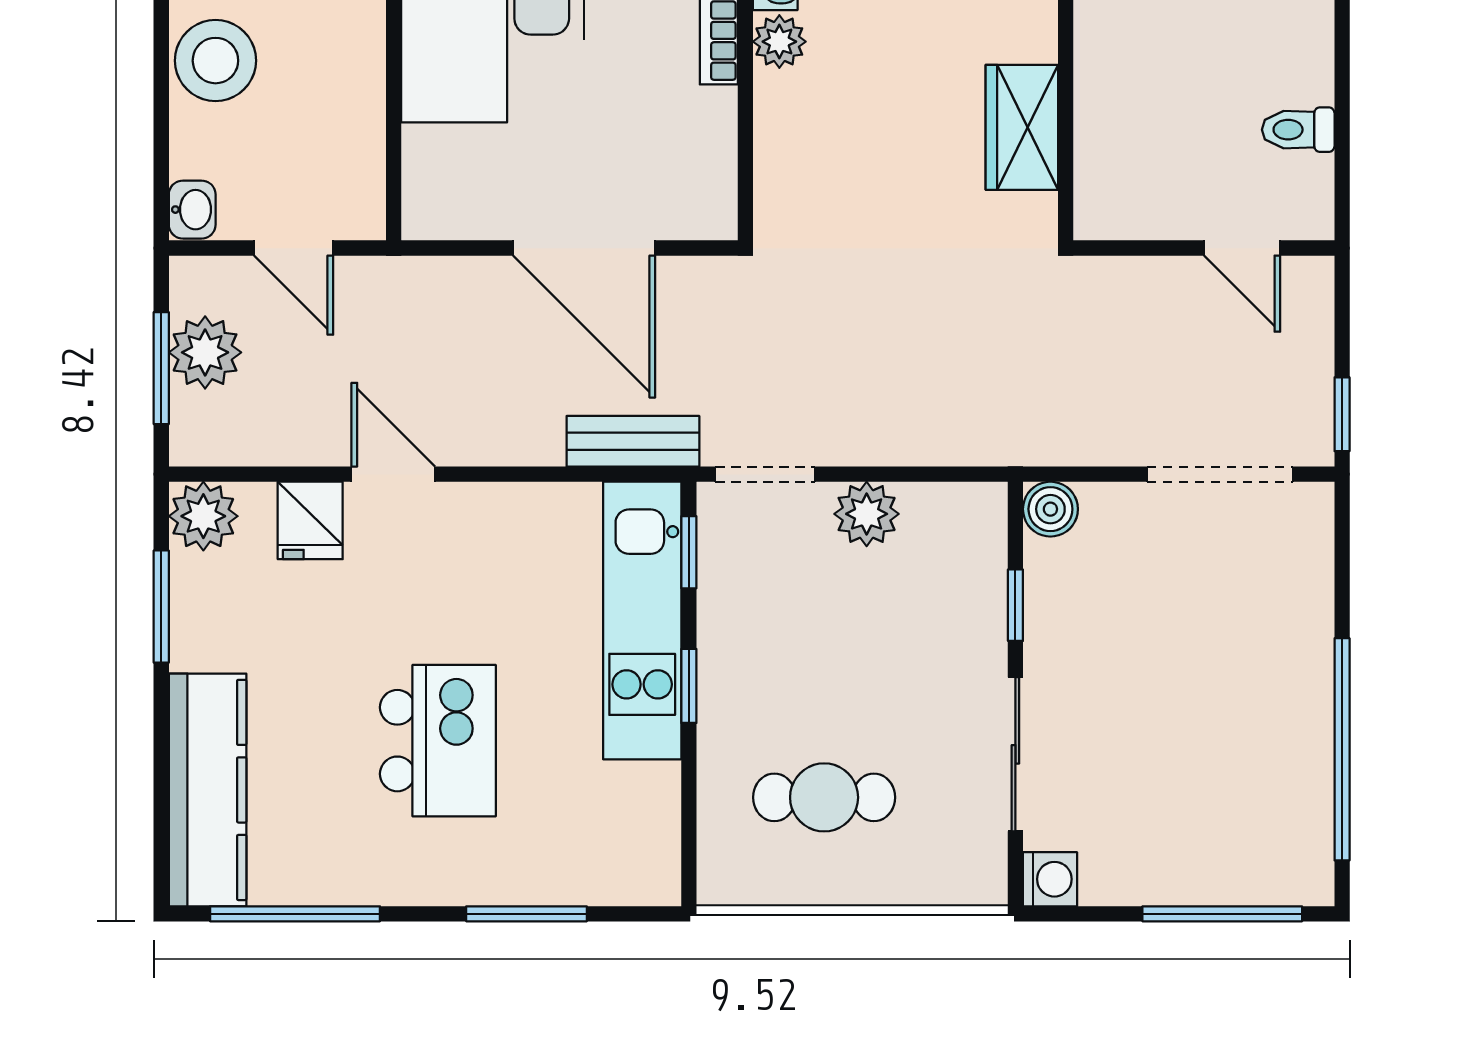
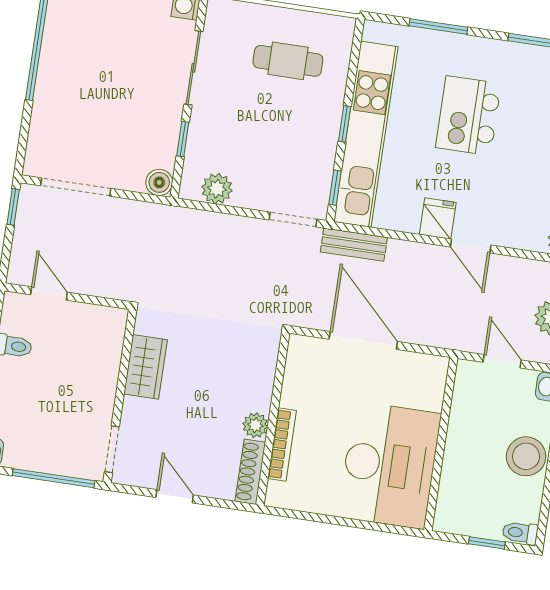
plant: (867, 514) -> (217, 189), moved
fridge: (310, 520) -> (438, 219), moved
kitchen unit: (642, 621) -> (366, 134), width x1.36

